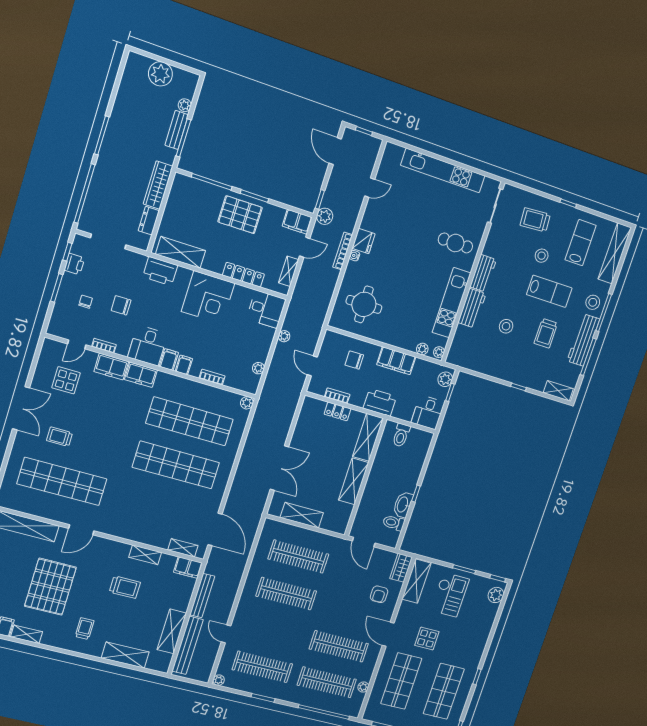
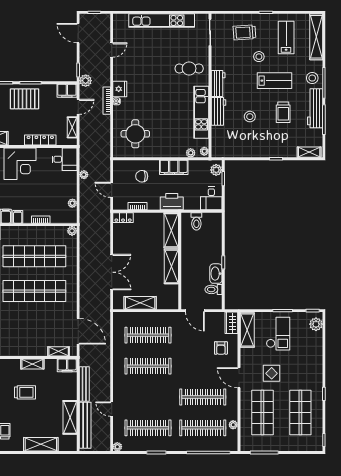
locker: (338, 411) -> (123, 218), moved

